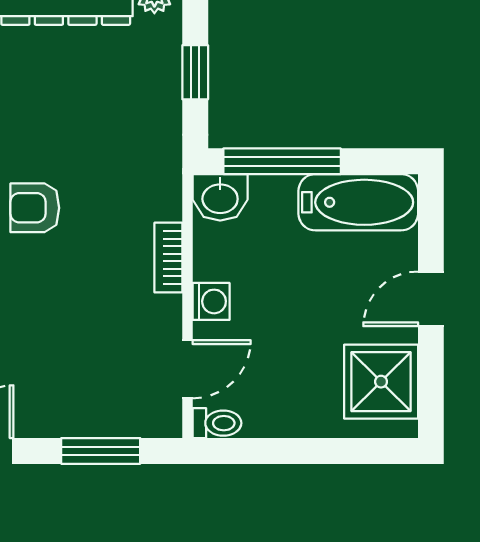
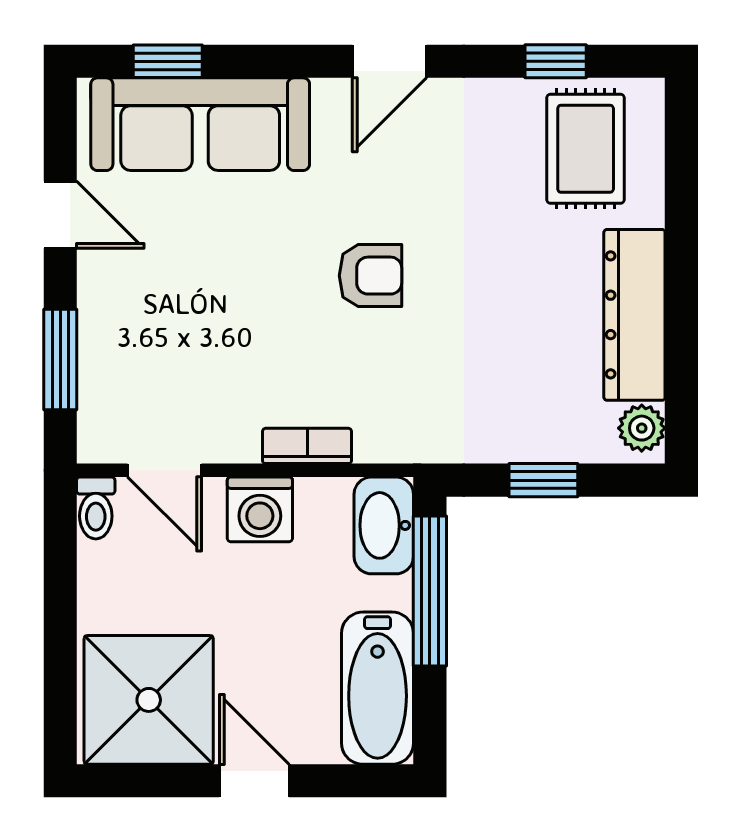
washbasin: (220, 197) -> (384, 525), width x1.38
armchair: (35, 208) -> (371, 276), turned 90
washing machine: (211, 301) -> (260, 509), width x1.38, depth x1.38
shower: (381, 382) -> (149, 700), width x1.37, depth x1.37

